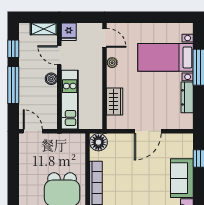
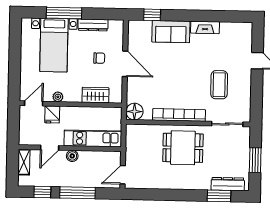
fridge: (69, 32) -> (52, 115), moved, turned 90
chair: (153, 105) -> (99, 58), added

